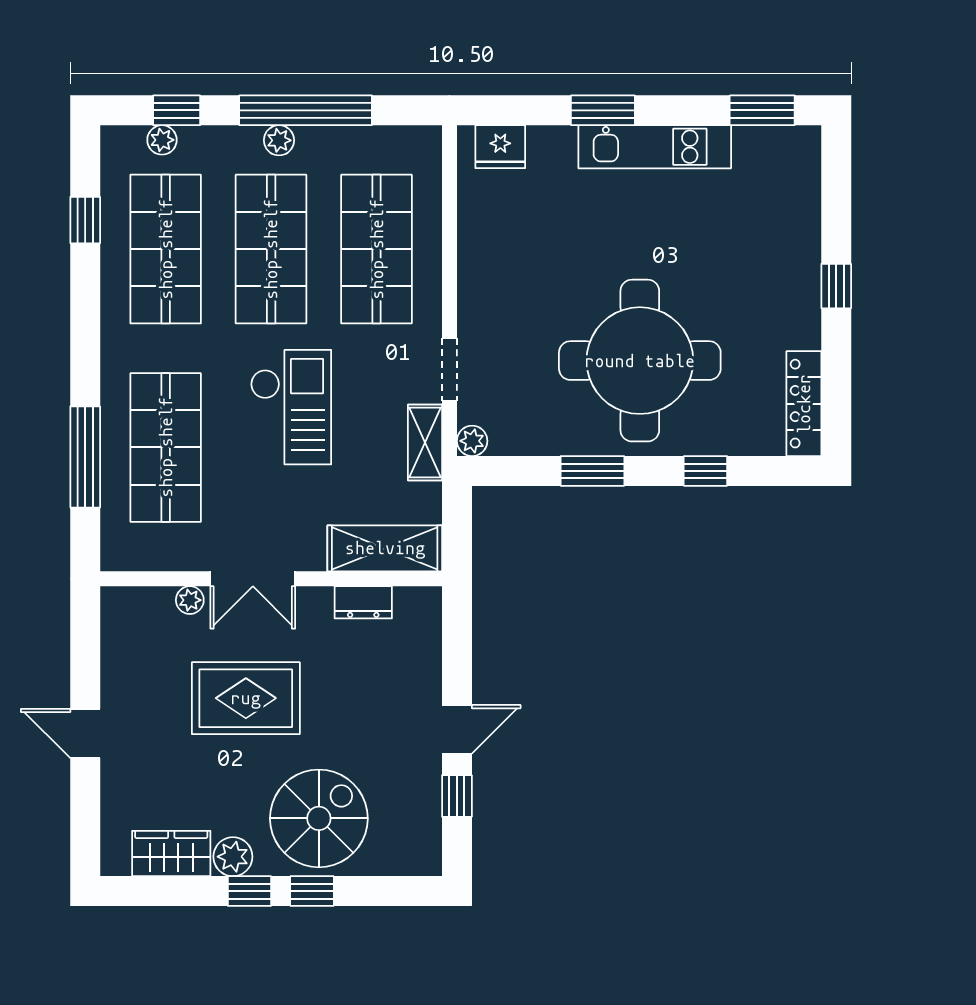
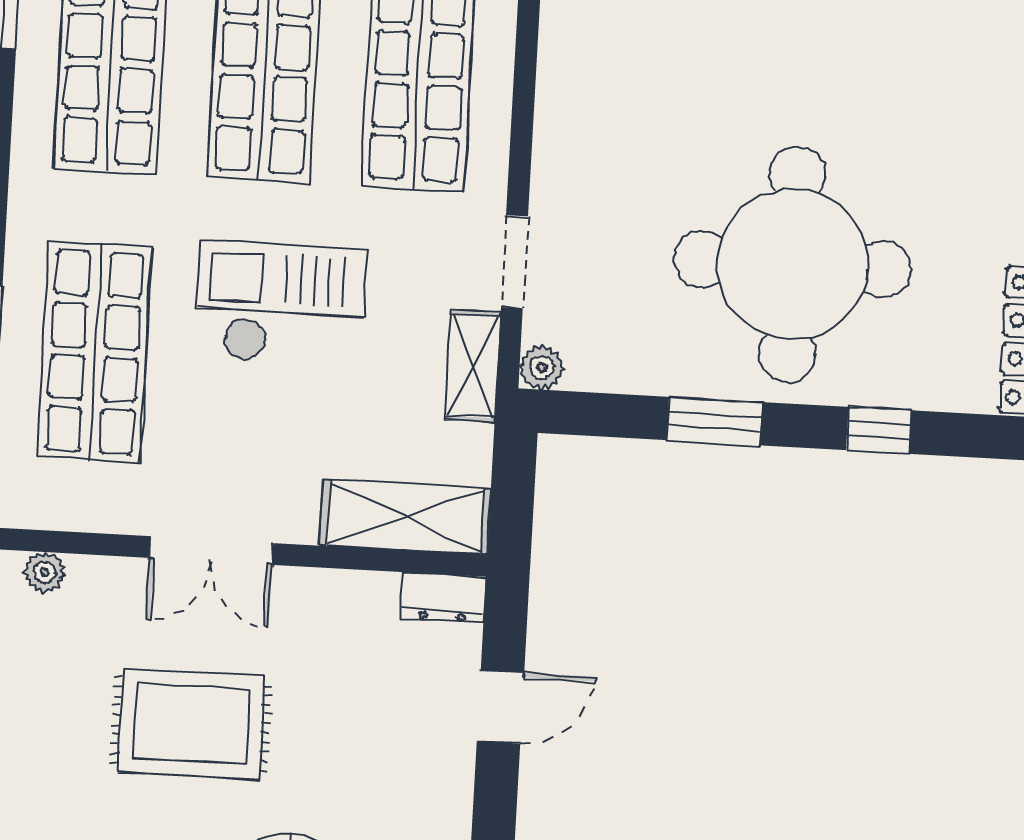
checkout: (291, 407) -> (280, 304), turned -90
plant: (190, 600) -> (45, 572), moved
dresser: (363, 602) -> (443, 598), moved
door: (457, 729) -> (500, 707), moved

